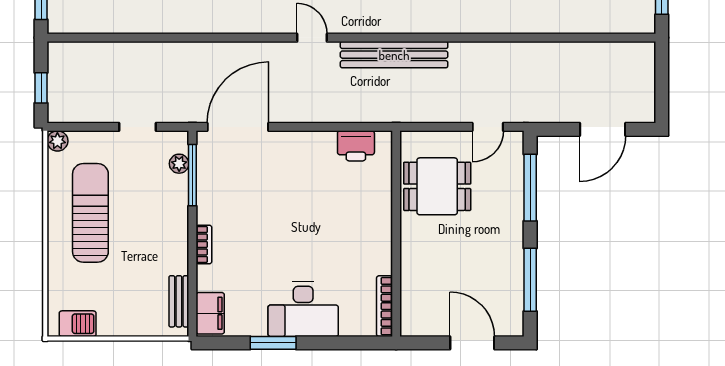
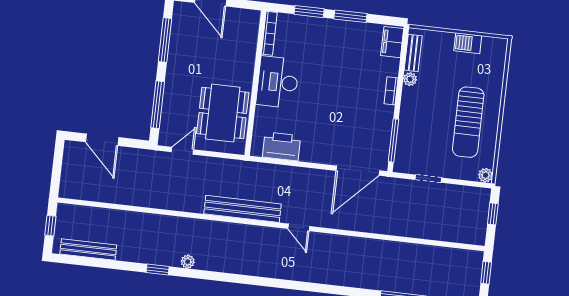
door: (603, 129) -> (102, 140), swing flipped
printer: (356, 146) -> (282, 146), width x1.37, depth x1.19
plant: (179, 164) -> (410, 79), moved
dining table: (437, 186) -> (223, 113), width x1.38
desk: (303, 309) -> (278, 82), moved, turned -90
barbecue: (78, 324) -> (468, 43), moved
window: (332, 343) -> (309, 12), added

